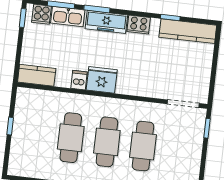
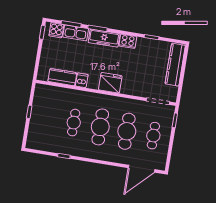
kitchen counter: (188, 31) -> (175, 65), moved, turned 90
kitchen counter: (37, 75) -> (62, 77), moved
fridge: (102, 80) -> (110, 83), moved
cafe table: (71, 138) -> (74, 123), width x0.73, depth x0.74
cafe table: (179, 150) -> (153, 136), added

